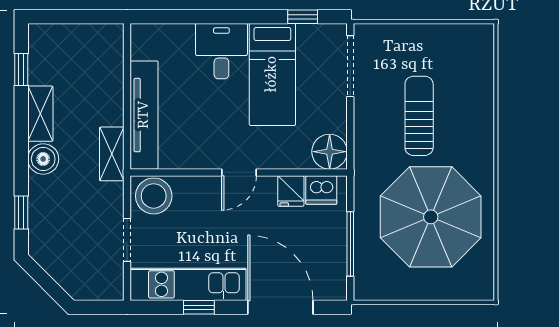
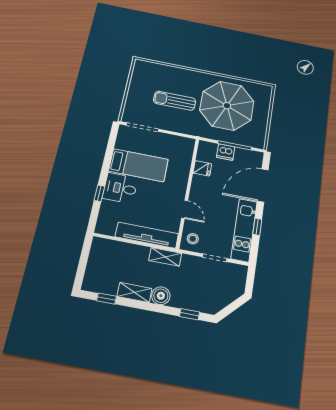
window: (303, 17) -> (99, 193), moved
floor lamp: (330, 152) -> (185, 146), removed
door: (239, 172) -> (185, 209), moved
dishwasher: (321, 190) -> (226, 152), moved, turned 90
stool: (154, 196) -> (193, 239), width x0.53, depth x0.53

